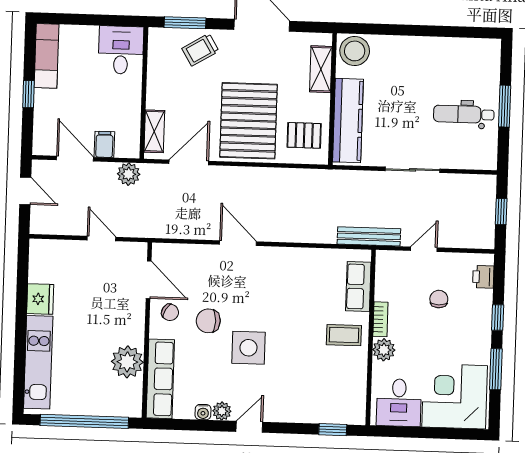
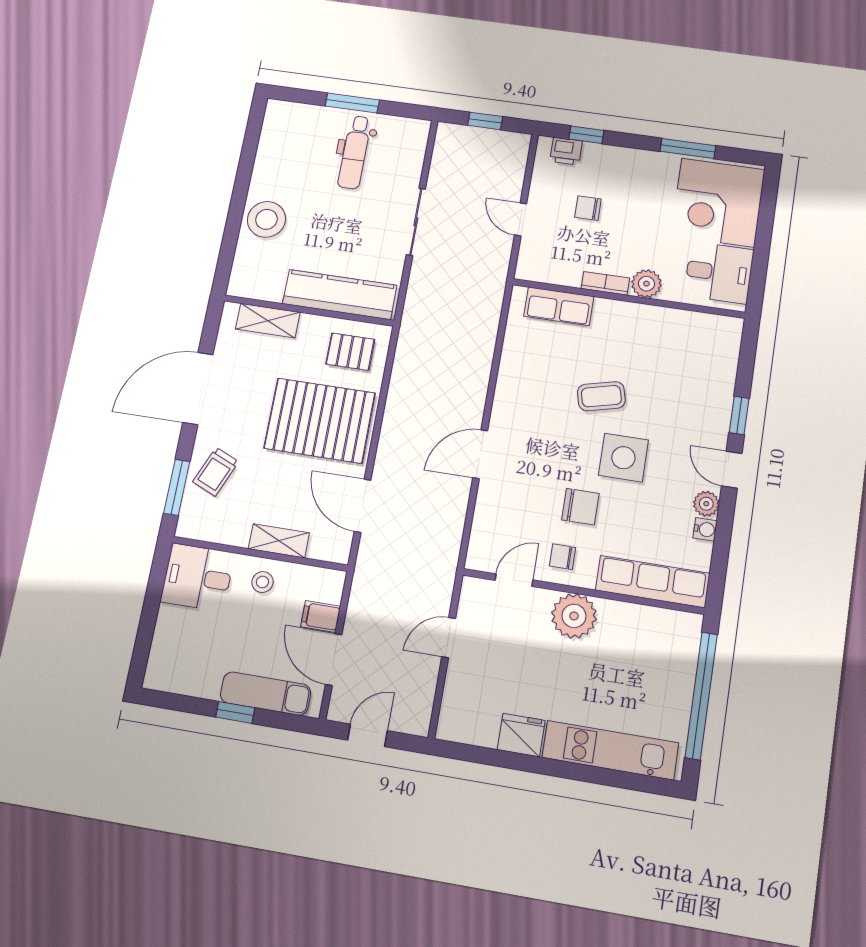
trolley: (200, 50) -> (216, 472), turned 54
stool: (355, 51) -> (266, 219), moved
exam couch: (46, 56) -> (265, 694), moved
stool: (124, 98) -> (262, 582), added
shelving: (154, 131) -> (279, 541), moved
pallet: (304, 135) -> (350, 352), turned 90
door: (75, 159) -> (334, 660), hinge flipped
plant: (129, 174) -> (366, 589), removed
bench: (369, 236) -> (495, 285), removed
door: (149, 280) -> (514, 580), width x0.73
chair: (170, 312) -> (562, 557), turned -121
window: (498, 318) -> (586, 135), moved
chair: (208, 321) -> (580, 507), turned -90
coffee table: (344, 335) -> (601, 396), moved, turned 76
plant: (127, 362) -> (574, 616), moved
window: (333, 430) -> (739, 415), moved

